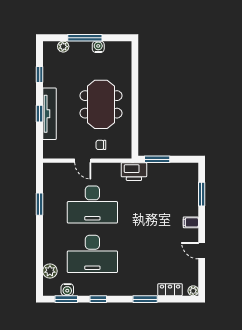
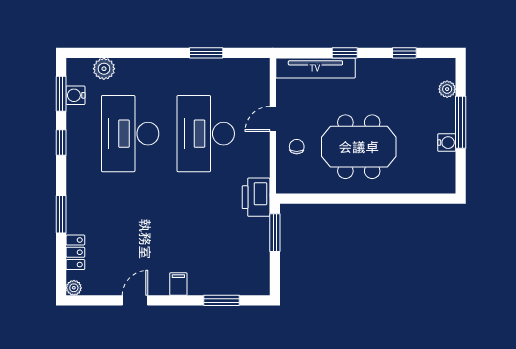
tv unit: (49, 114) -> (315, 68), moved

